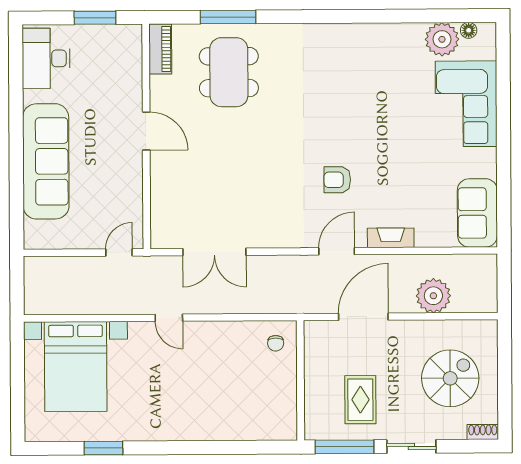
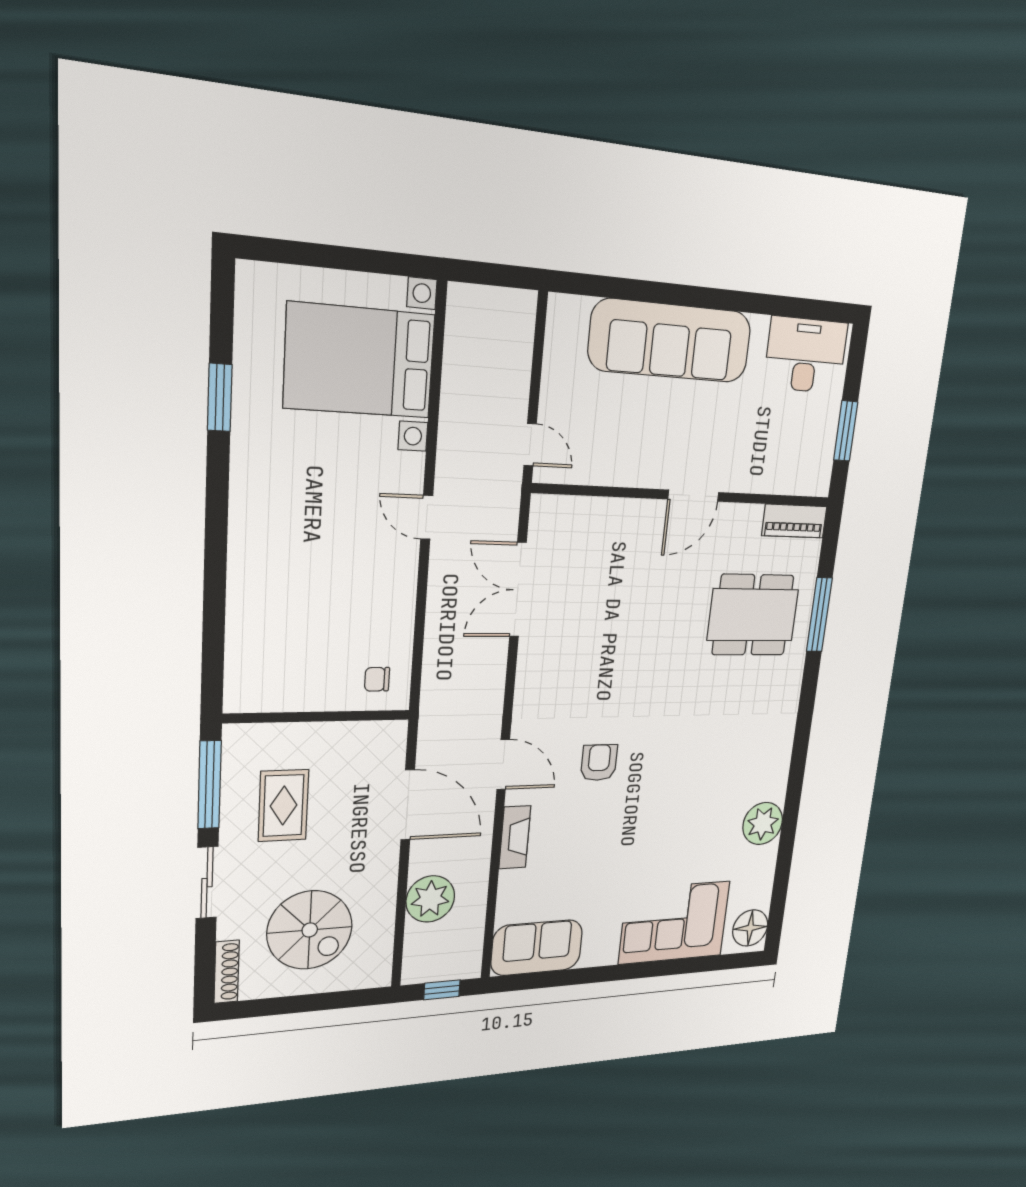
floor lamp: (469, 30) -> (750, 928), width x1.89, depth x1.89
plant: (442, 39) -> (763, 823), moved
window: (504, 282) -> (442, 990), added
door: (169, 318) -> (427, 517), hinge flipped
rug: (360, 400) -> (283, 806), turned 90
shoe rack: (483, 432) -> (227, 972), width x1.43

